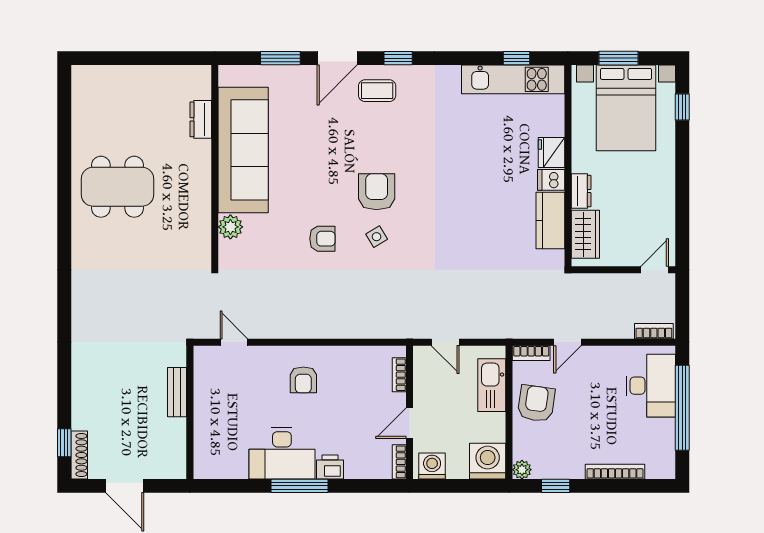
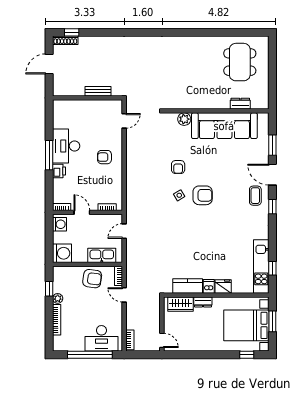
dining table: (117, 187) -> (240, 62), moved
plant: (522, 470) -> (58, 298), moved

